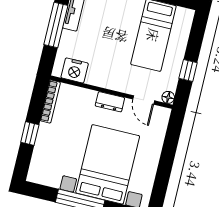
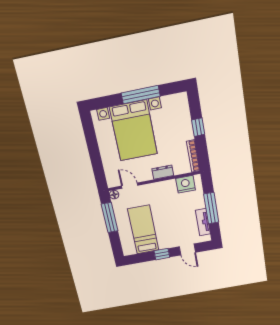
window: (188, 71) -> (110, 217), width x2.17
dresser: (110, 102) -> (163, 172), moved

